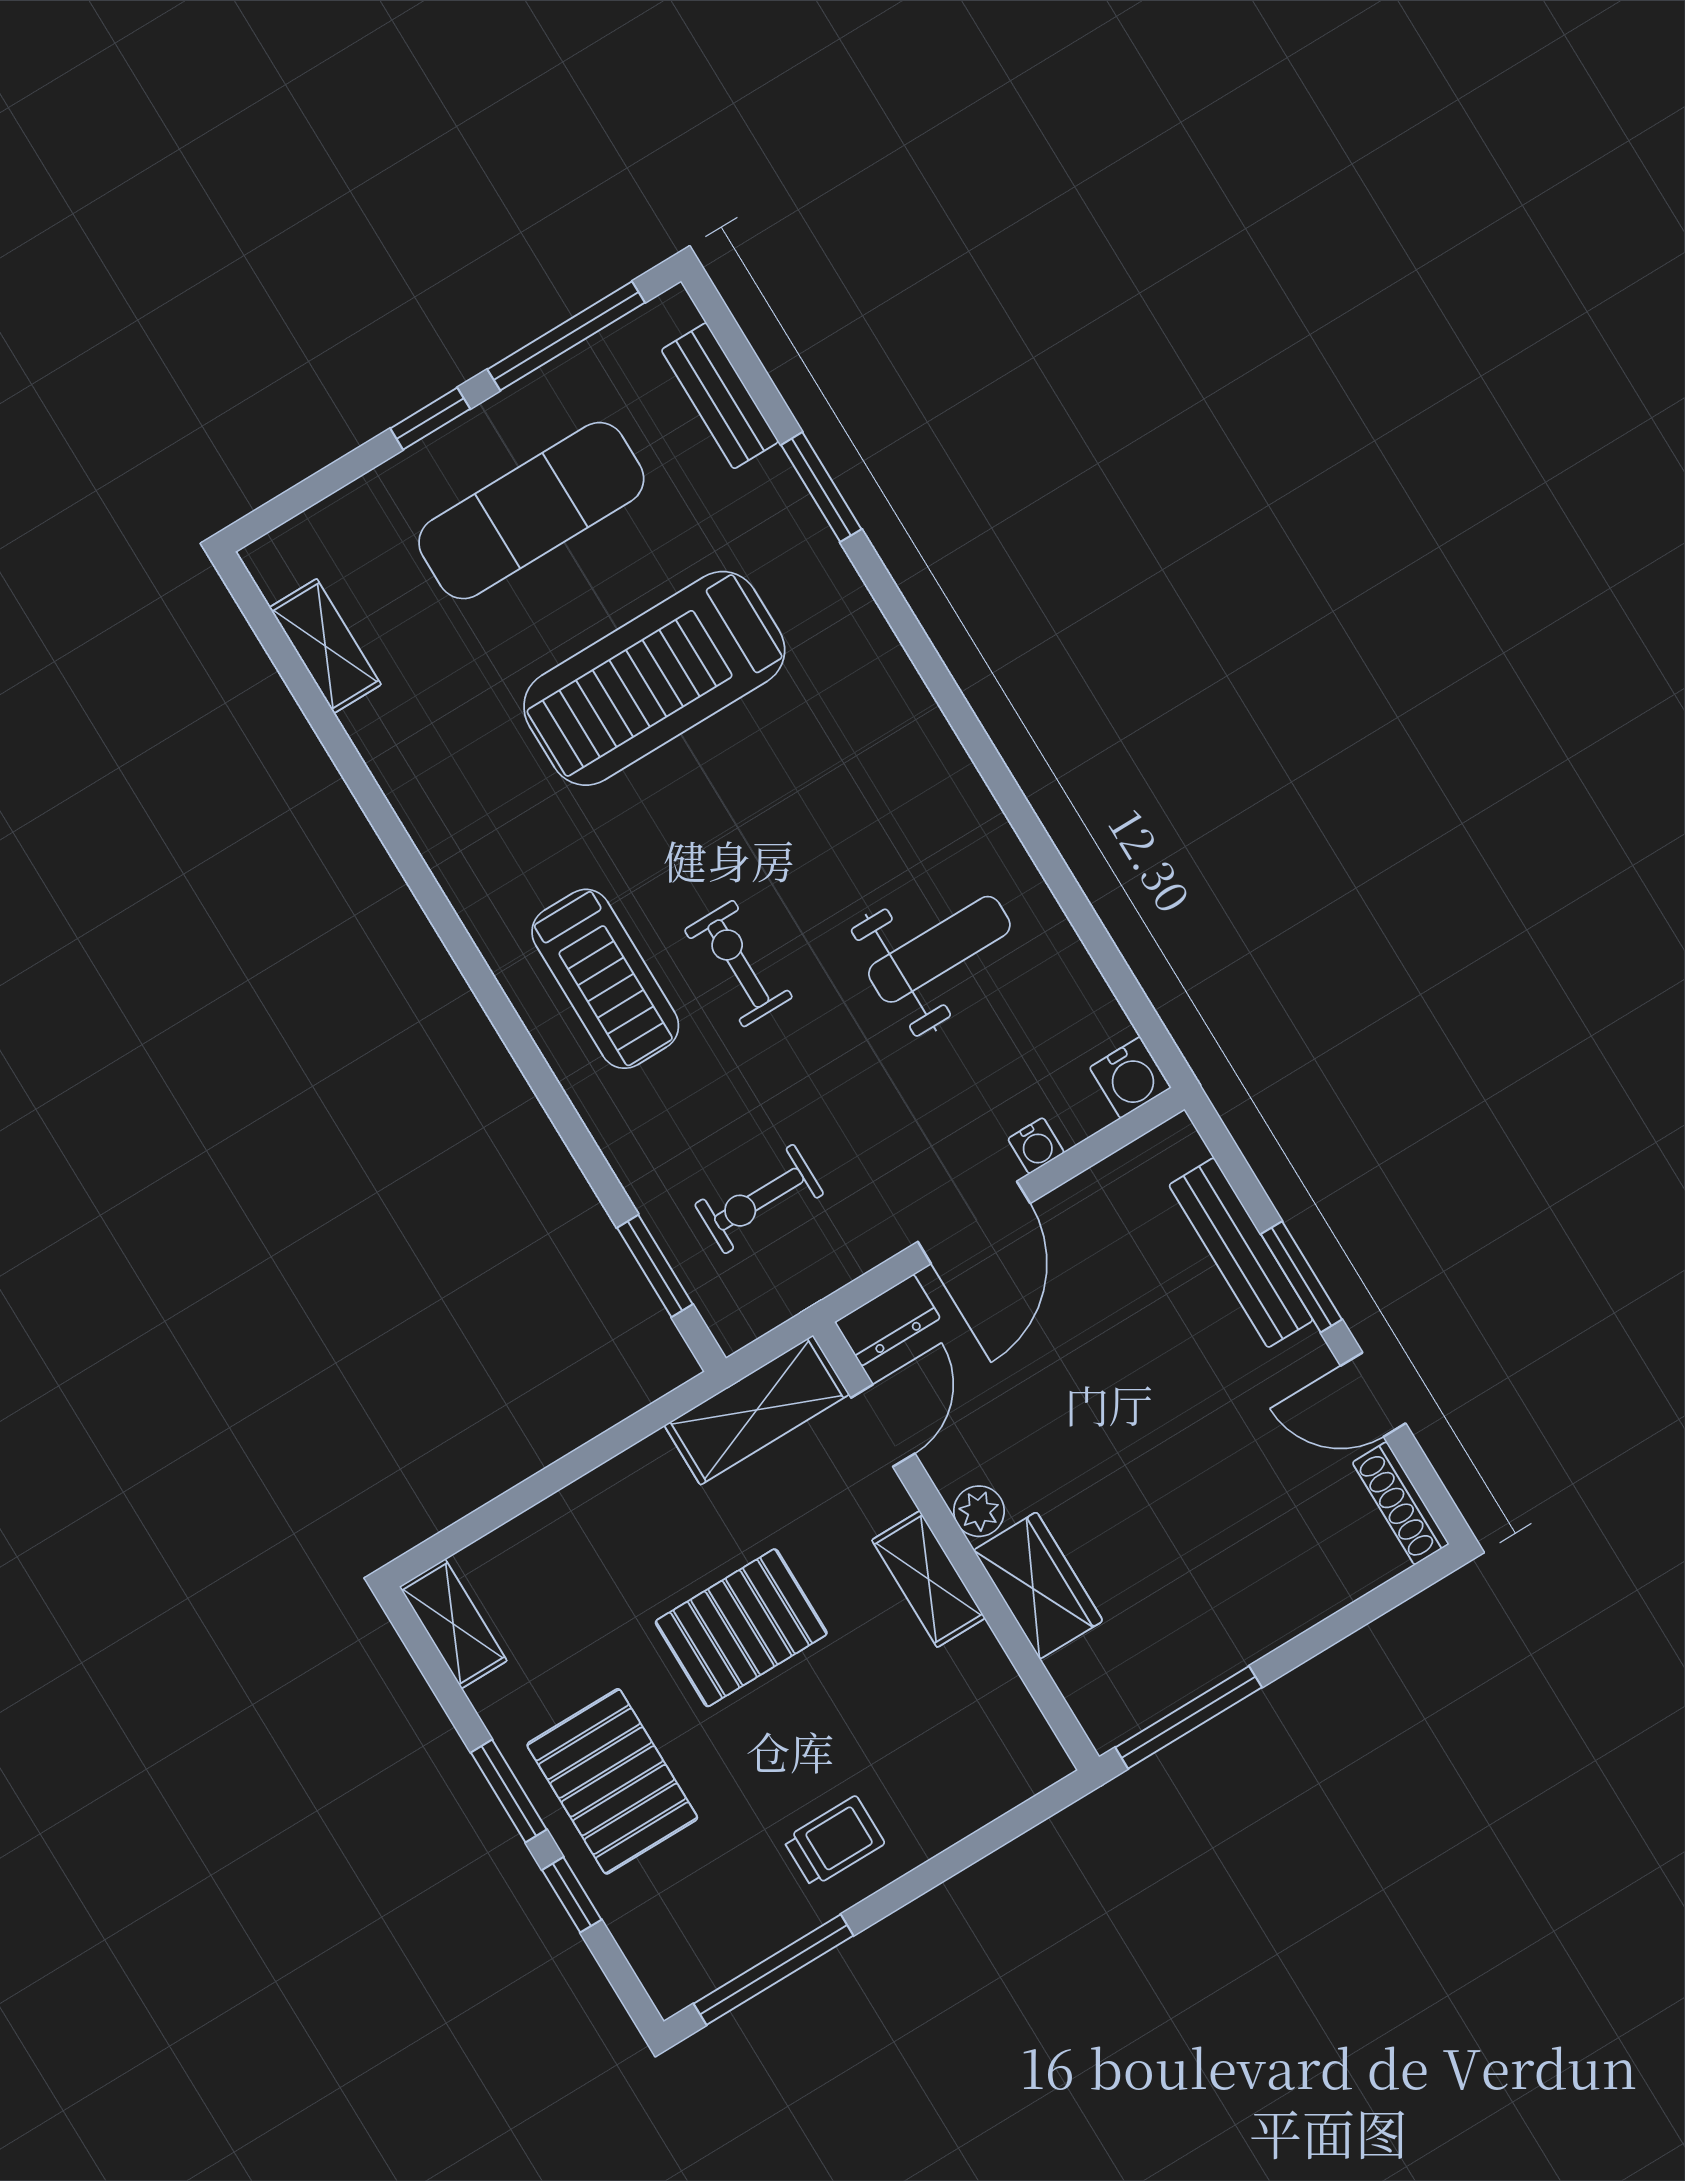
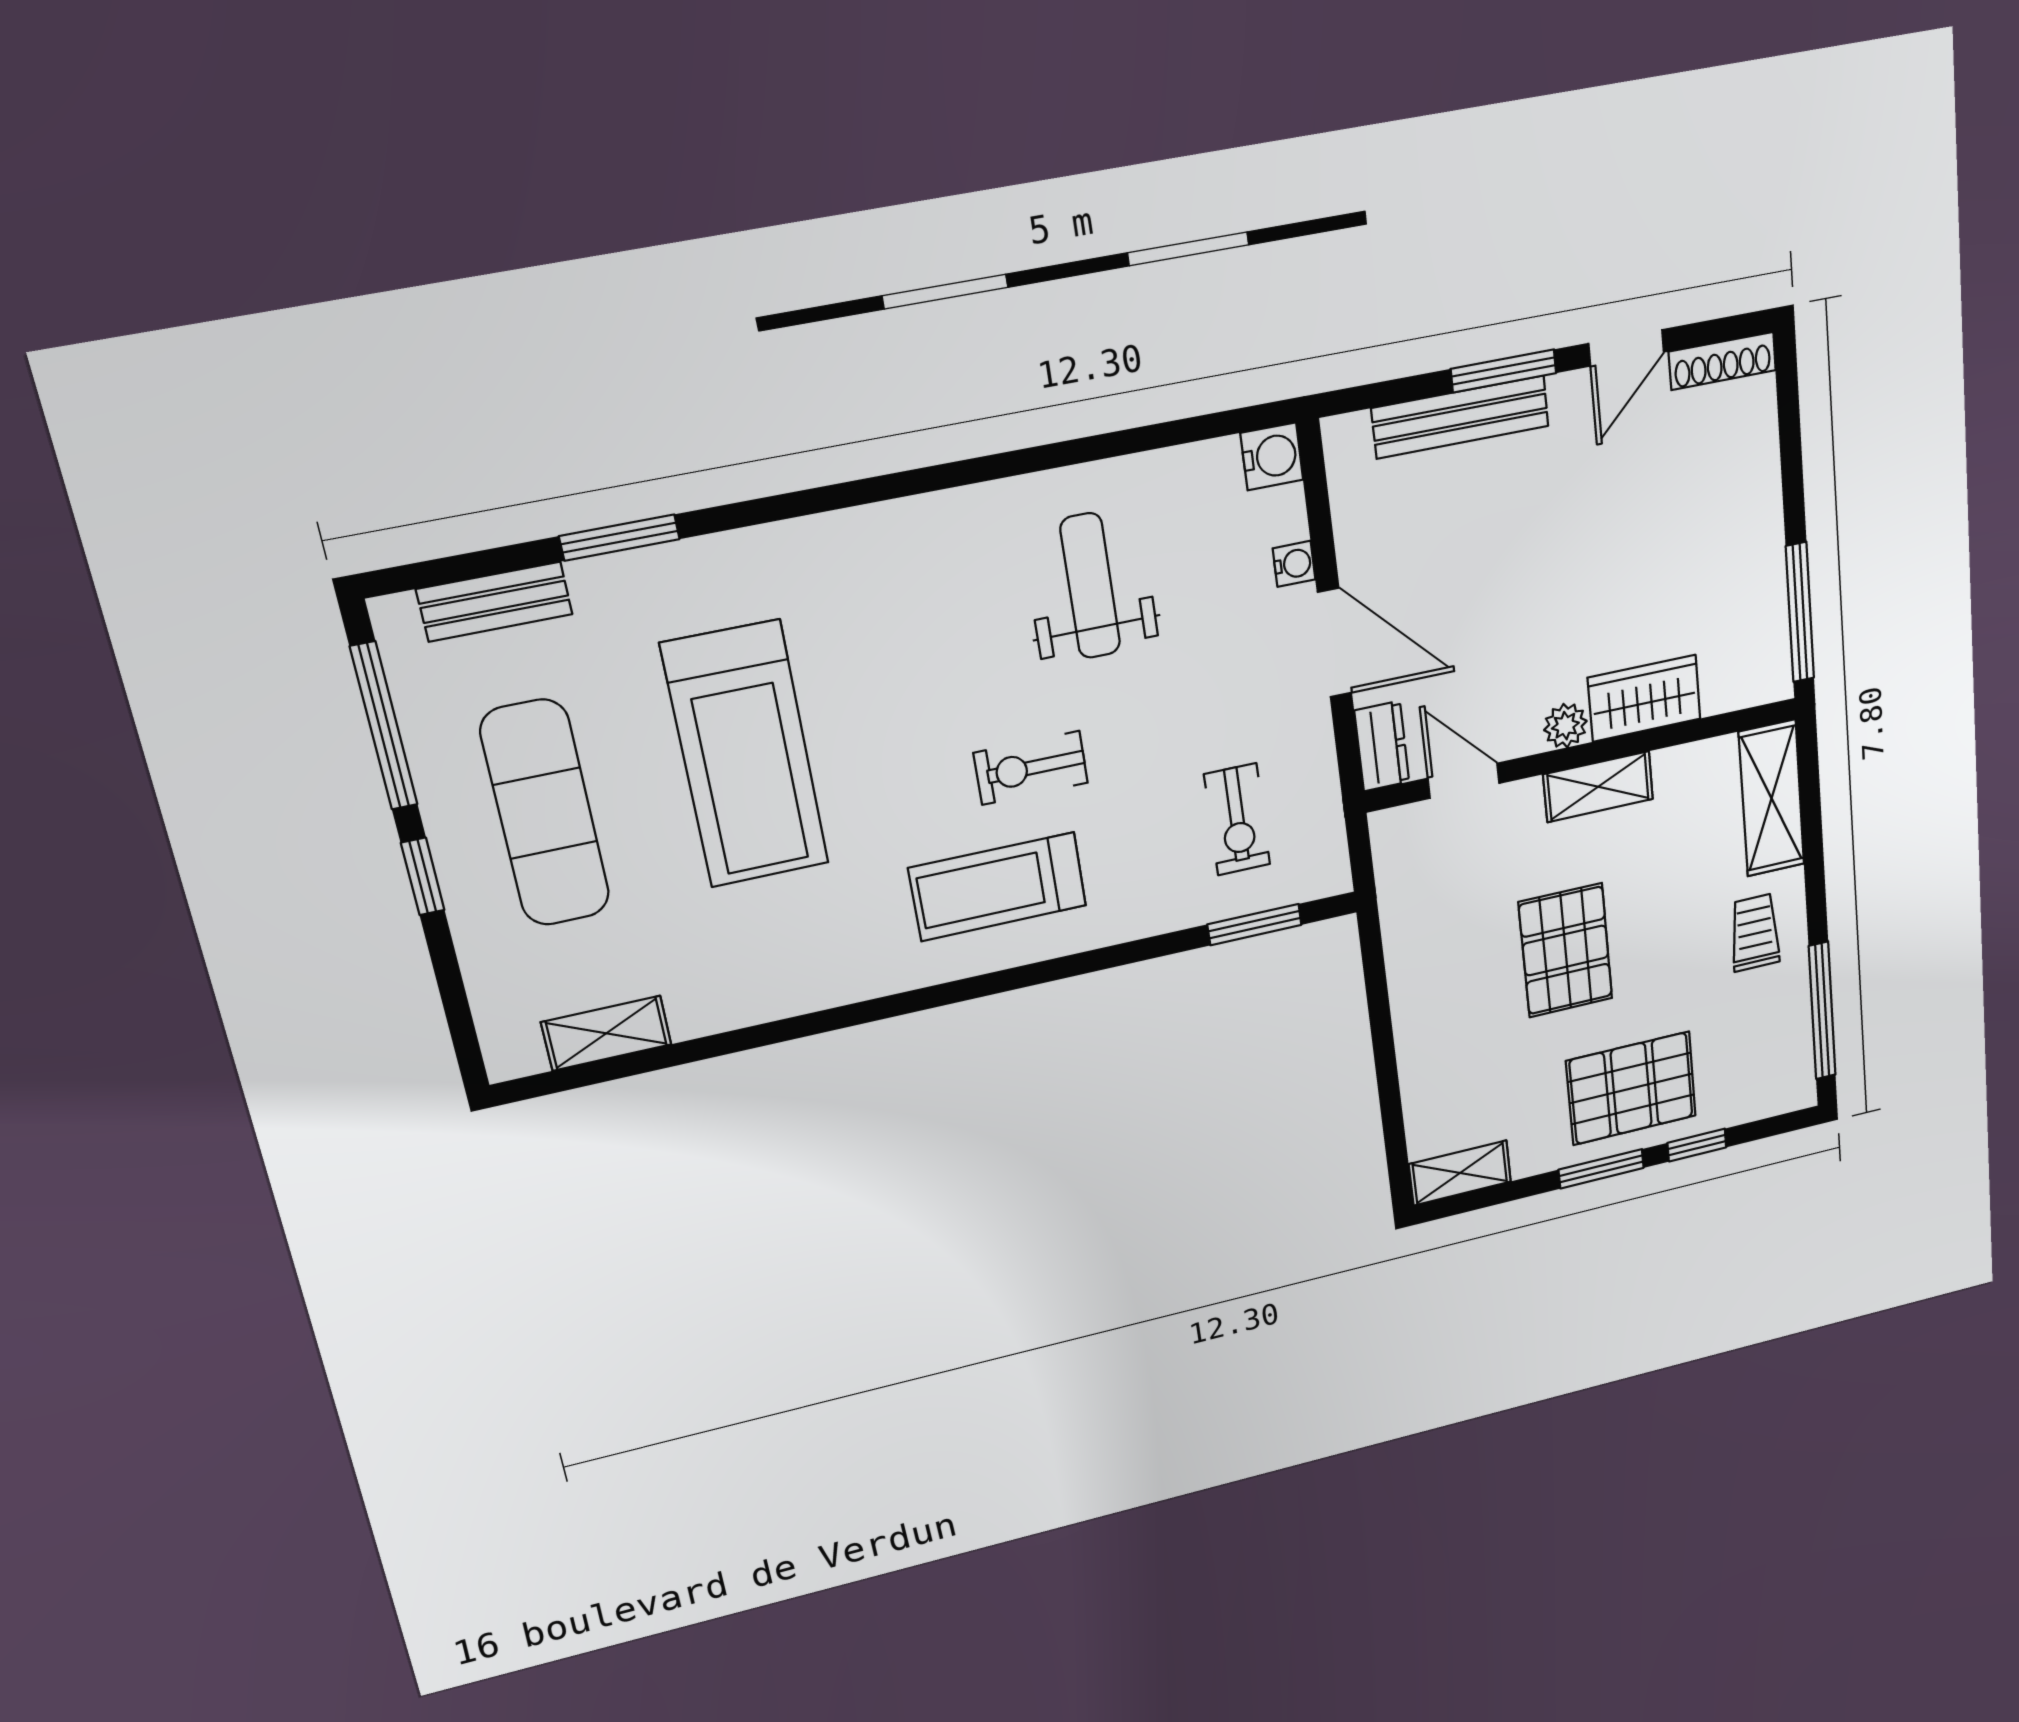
treadmill: (605, 979) -> (998, 887), turned 180
shelving: (757, 1410) -> (1772, 798), moved

